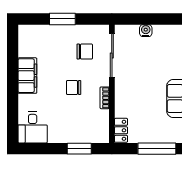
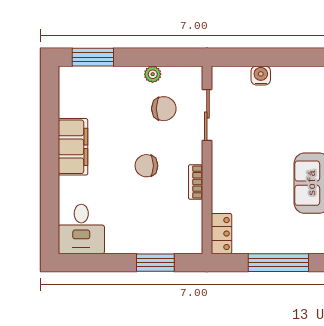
window: (62, 19) -> (93, 57), moved
plant: (78, 30) -> (153, 74), added
sliding door: (112, 56) -> (207, 115), width x0.73

